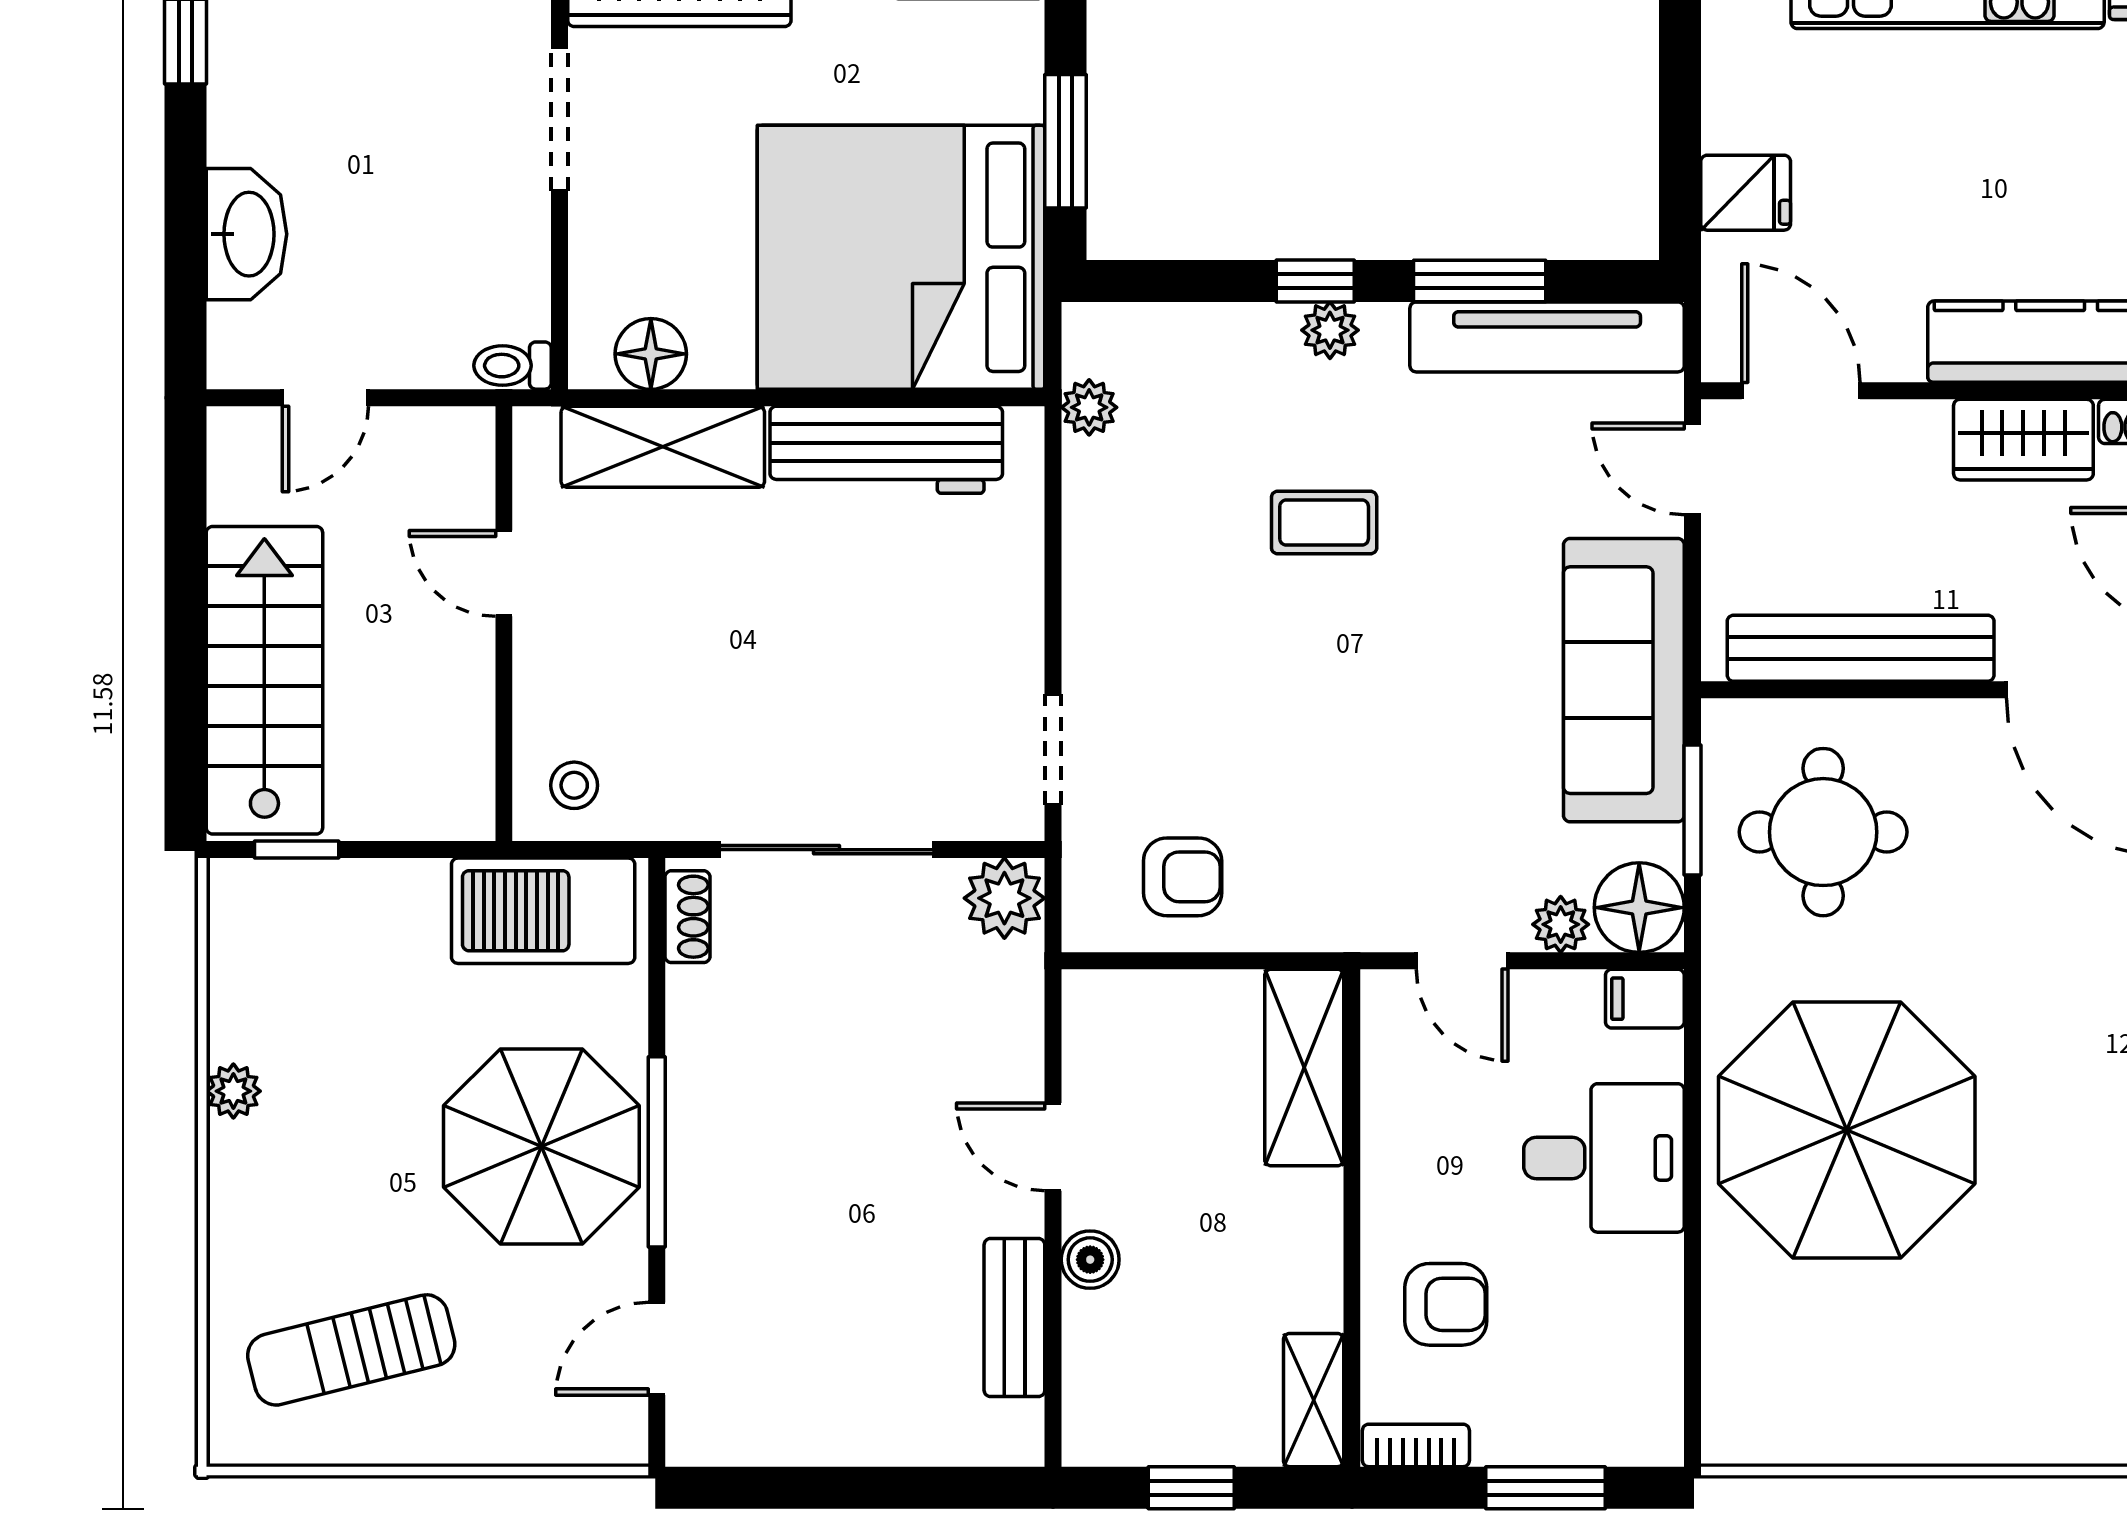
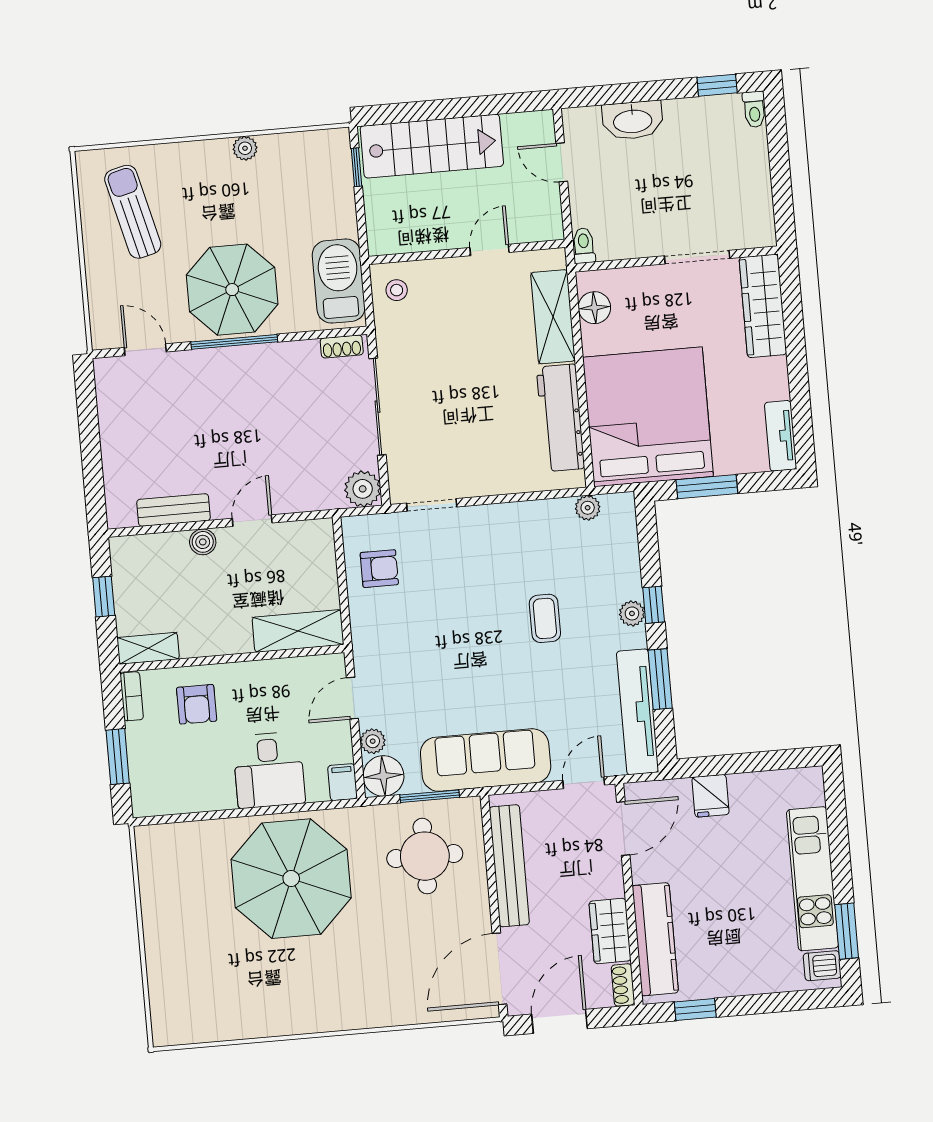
armchair: (1183, 877) -> (379, 569), turned -90

